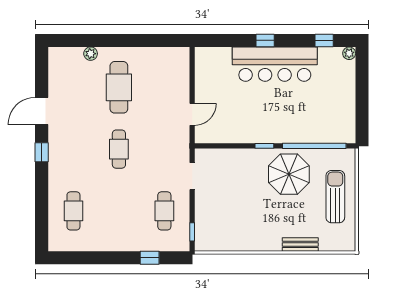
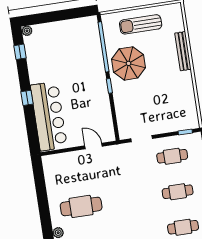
bar counter: (275, 64) -> (49, 116), moved
cafe table: (119, 149) -> (178, 192), moved
bench: (300, 244) -> (183, 51), width x1.36

